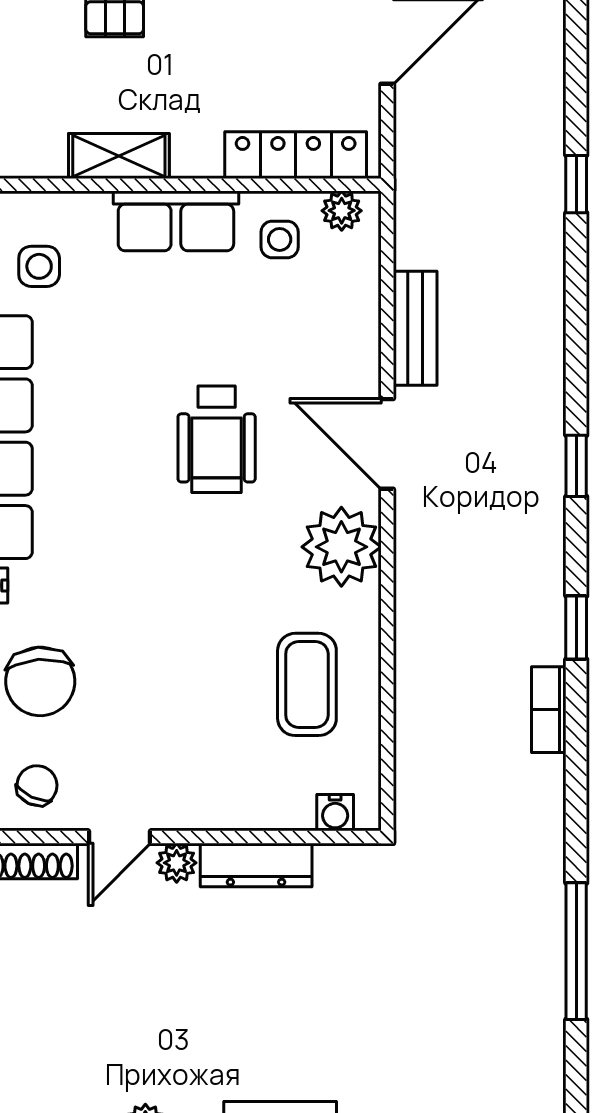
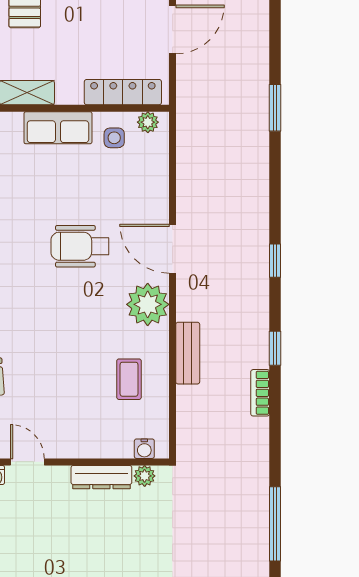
window: (576, 184) -> (275, 108), width x1.50
bench: (415, 328) -> (188, 353), moved
wheelchair: (217, 439) -> (80, 246), turned 90
coffee table: (307, 684) -> (129, 379), width x0.73, depth x0.77
door: (120, 837) -> (27, 462), swing flipped
plant: (177, 863) -> (145, 476), moved

